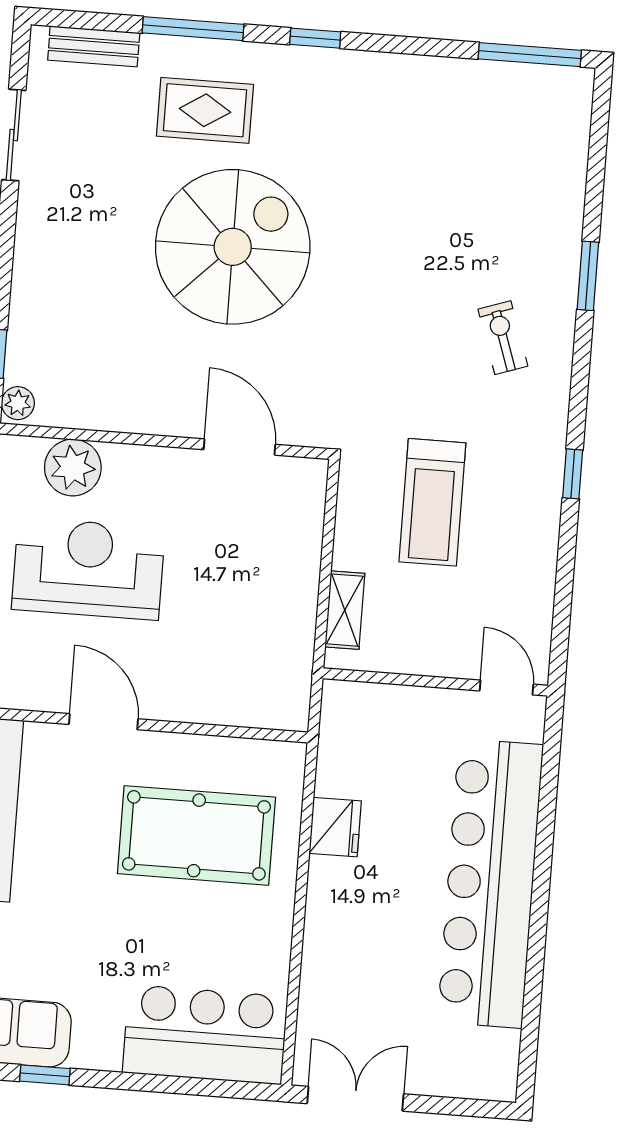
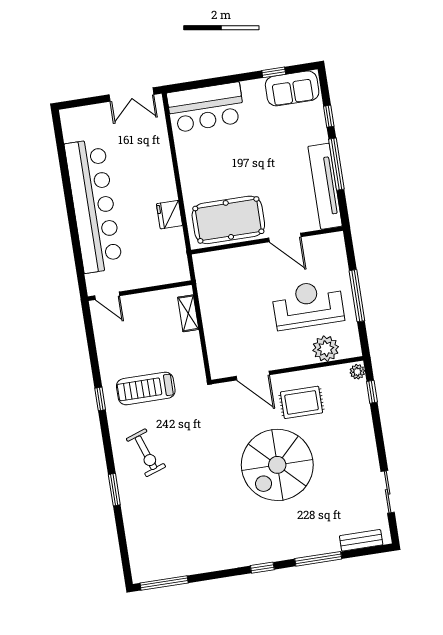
rug: (205, 110) -> (301, 402), moved
exercise bike: (503, 338) -> (146, 453), width x1.38, depth x1.39
treadmill: (432, 502) -> (146, 388), moved, turned -90
reception desk: (88, 569) -> (308, 305), turned 180
pool table: (196, 835) -> (228, 220), moved

